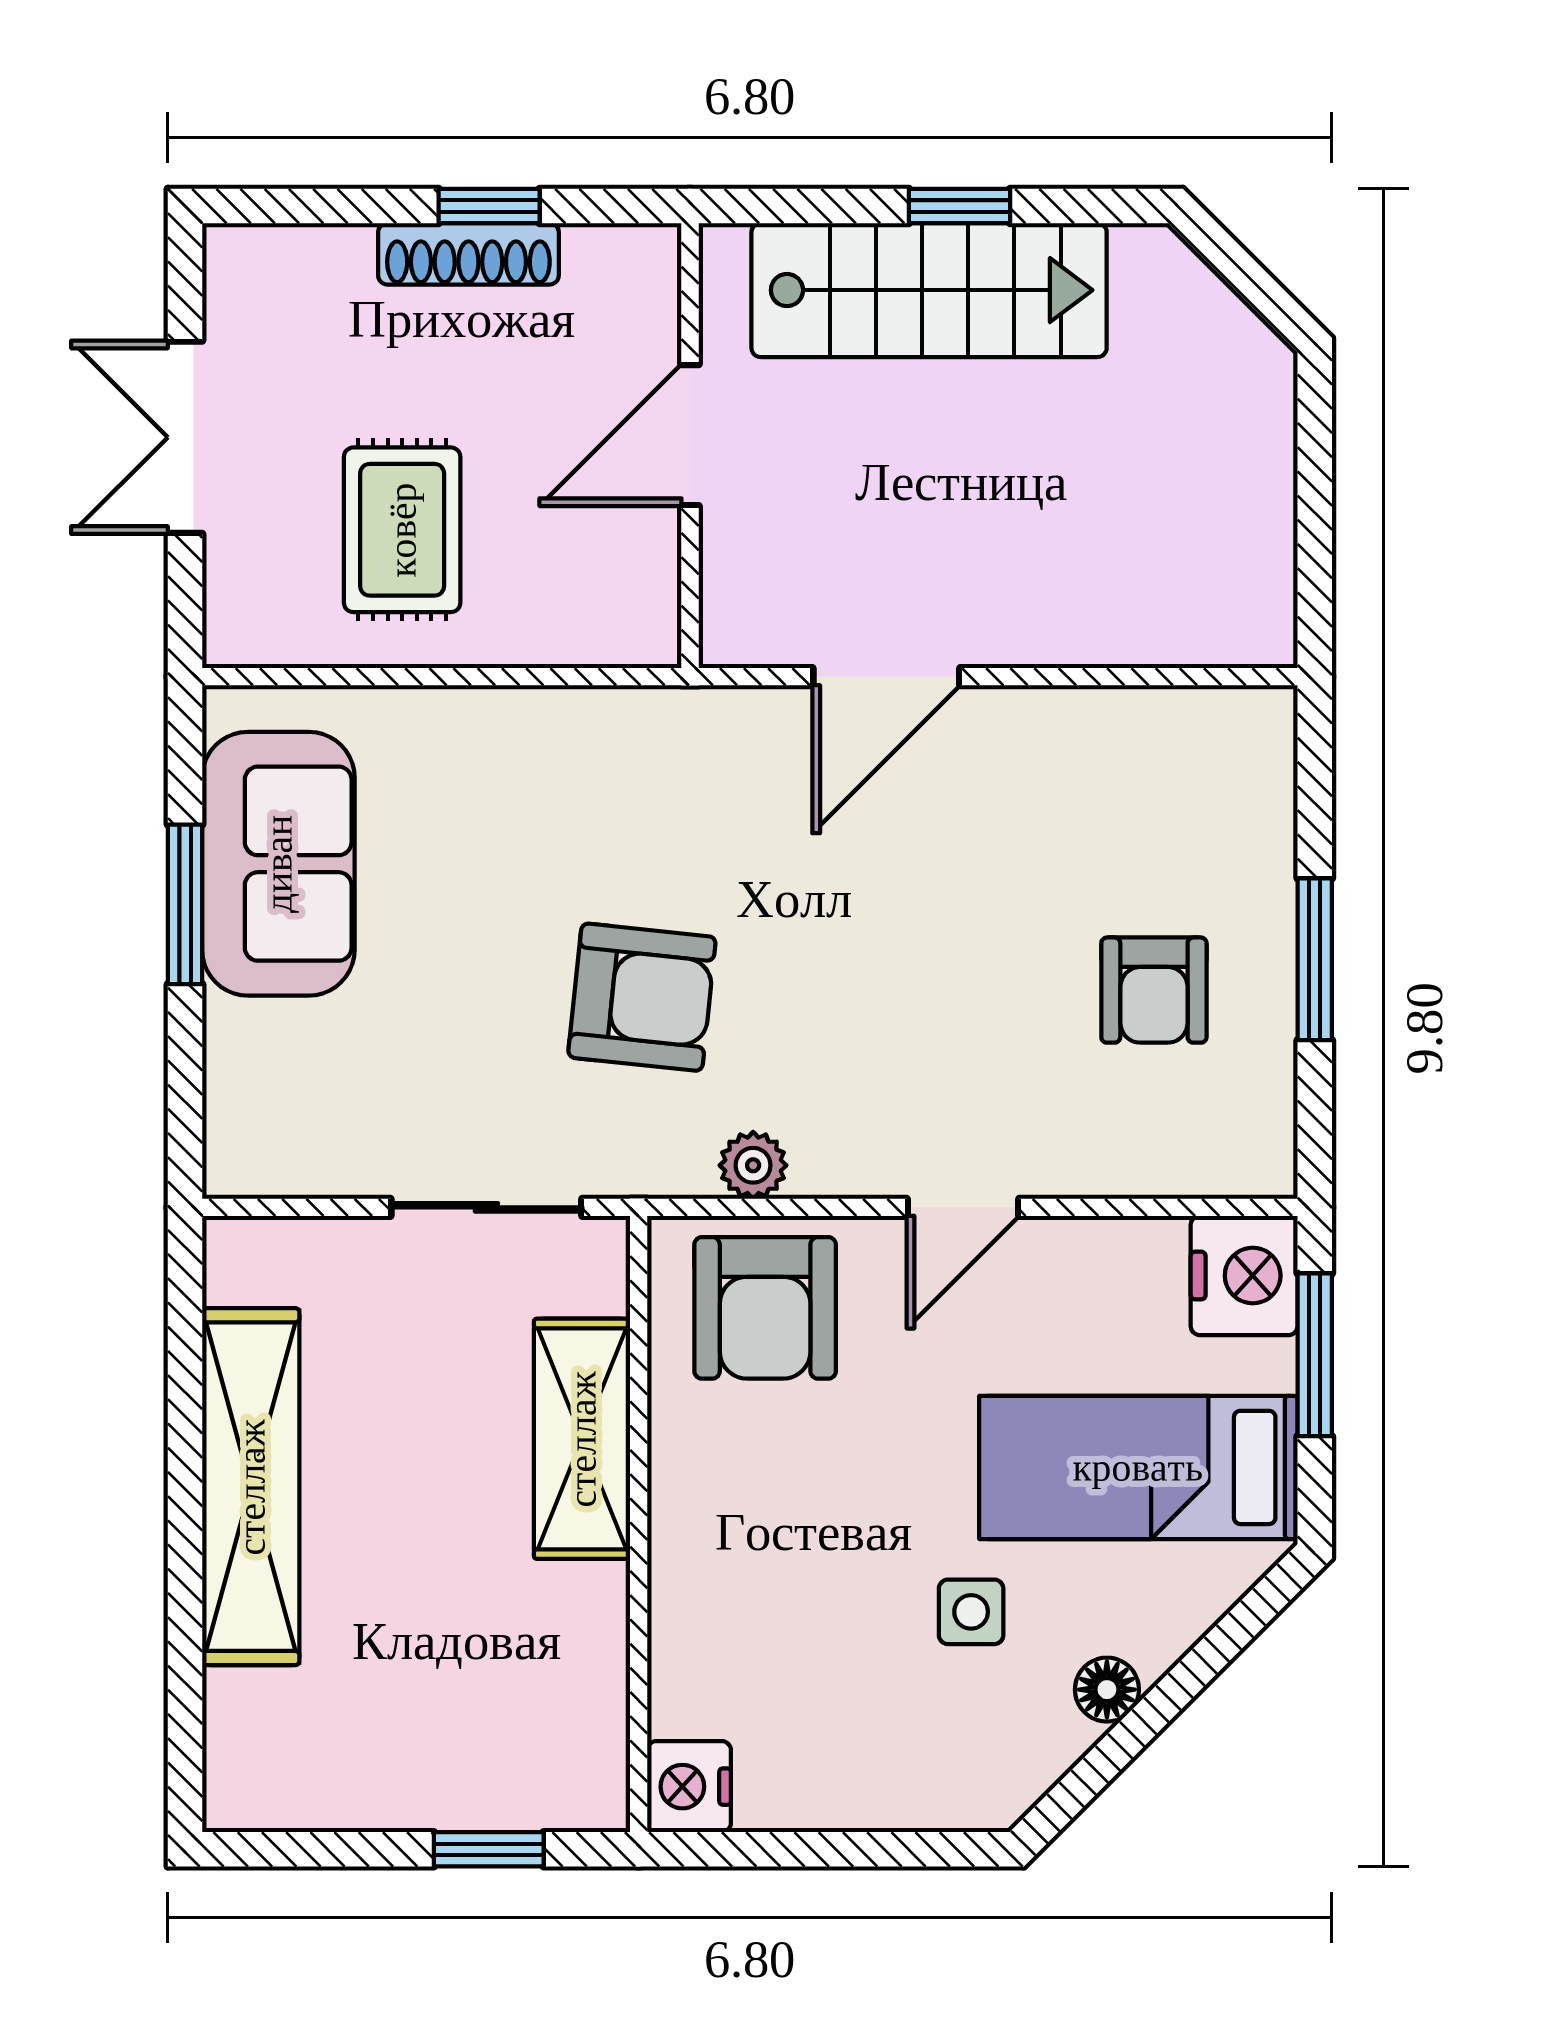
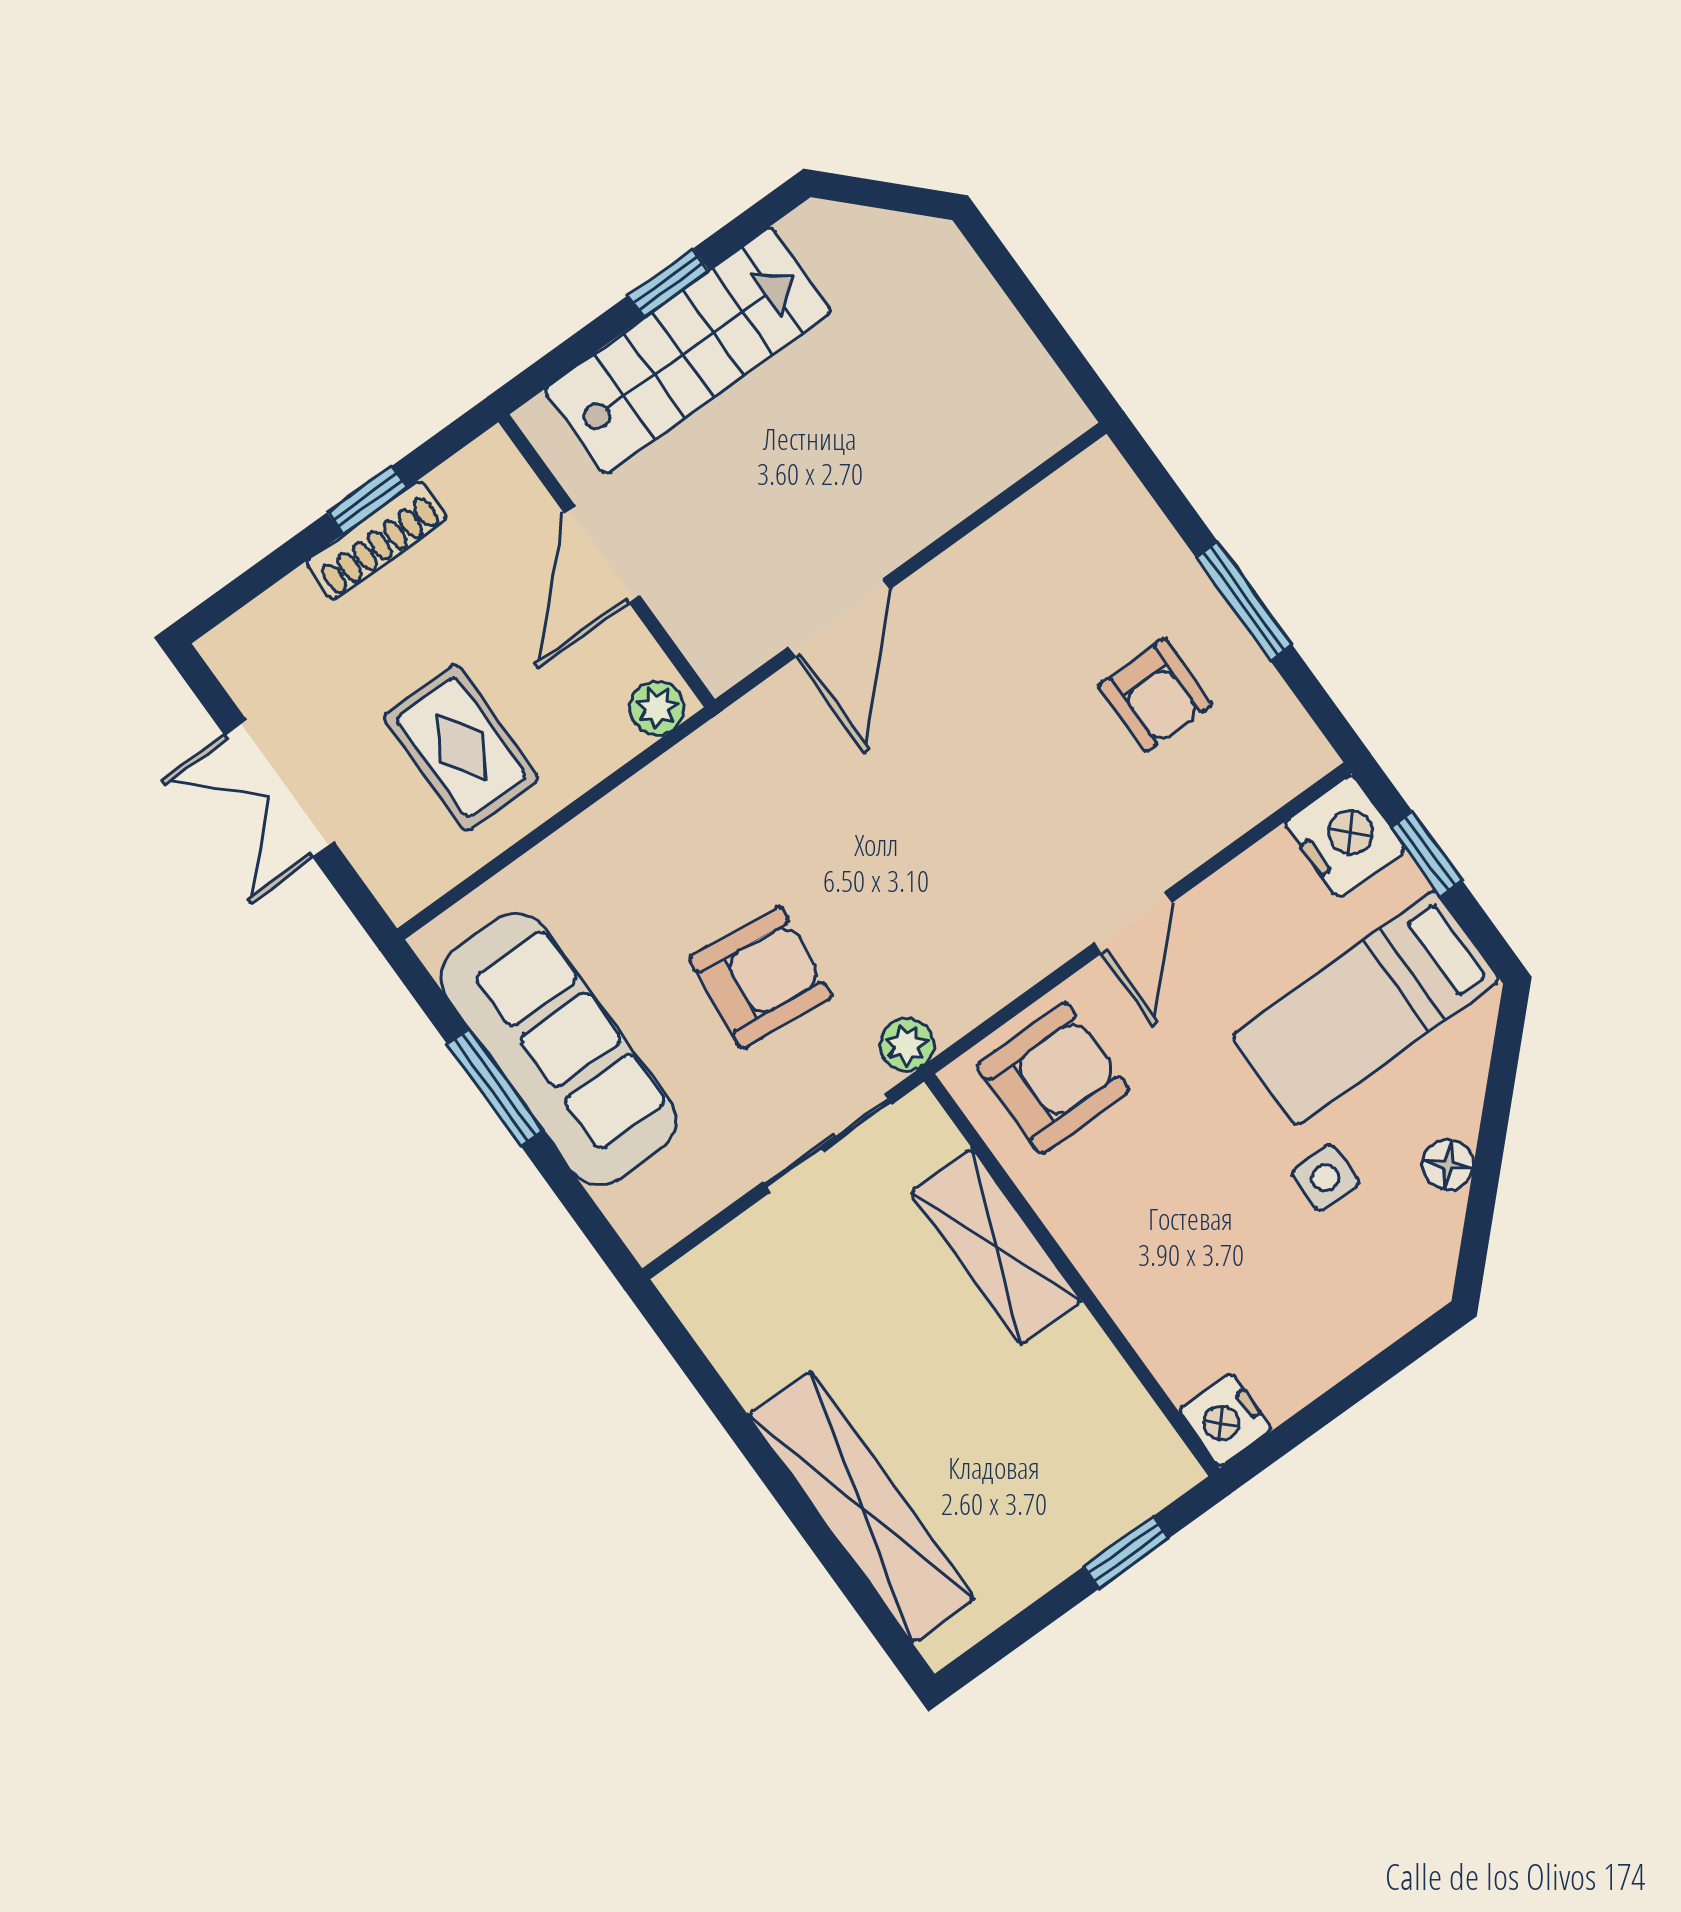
plant: (633, 634) -> (657, 708), added
sofa: (278, 864) -> (558, 1049), width x1.36
armchair: (642, 997) -> (761, 977), moved
plant: (753, 1165) -> (907, 1045), moved
armchair: (765, 1308) -> (1053, 1078), turned -90
window: (1315, 1355) -> (1427, 854), width x0.67
shelving: (251, 1487) -> (862, 1507), moved

